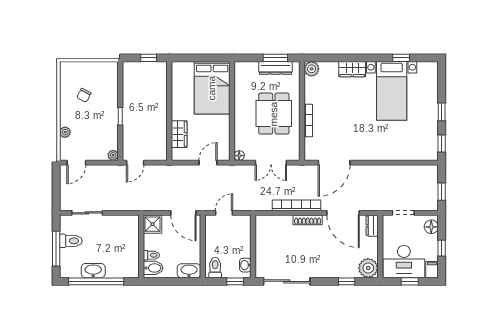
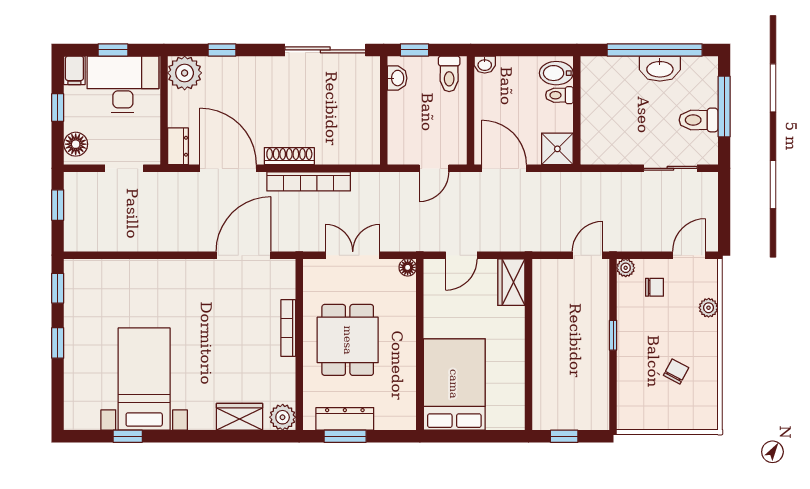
wardrobe: (352, 69) -> (239, 417), moved
wardrobe: (179, 134) -> (511, 282), moved
chair: (96, 144) -> (655, 287), added
washbasin: (189, 271) -> (485, 65), width x0.52, depth x0.69

